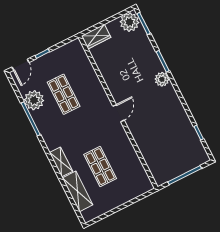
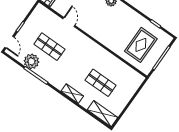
door: (119, 113) -> (69, 22), moved
rug: (169, 148) -> (141, 45), added
shelving: (78, 191) -> (103, 114), moved

